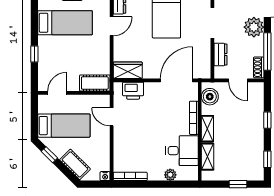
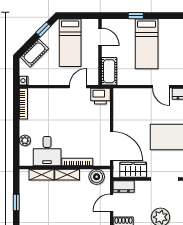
bed: (65, 23) -> (147, 44), moved
dresser: (220, 55) -> (124, 186), moved
wardrobe: (128, 70) -> (133, 170), moved, turned -90
printer: (133, 91) -> (100, 96), moved, turned -90

